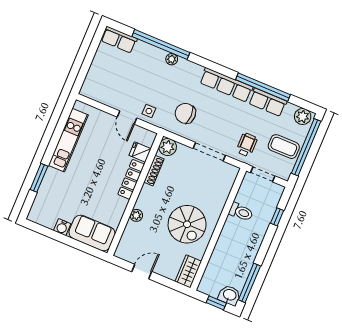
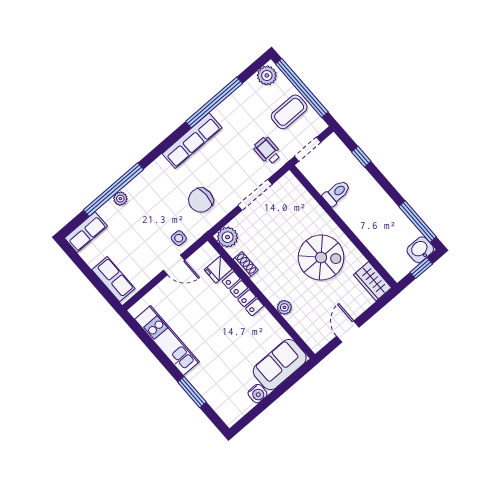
plant: (172, 59) -> (120, 199), moved
row of seats: (268, 102) -> (113, 279), moved, turned -90
shoe rack: (154, 171) -> (245, 265), width x0.70

